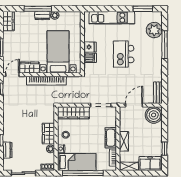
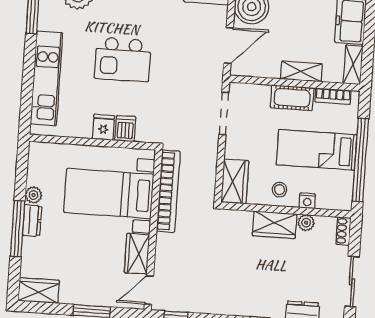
door: (12, 75) -> (149, 290), hinge flipped
bookcase: (47, 81) -> (168, 191), moved
door: (134, 105) -> (229, 45), swing flipped
wardrobe: (73, 113) -> (235, 181), width x0.67
bed: (77, 162) -> (317, 150), moved, turned -90

